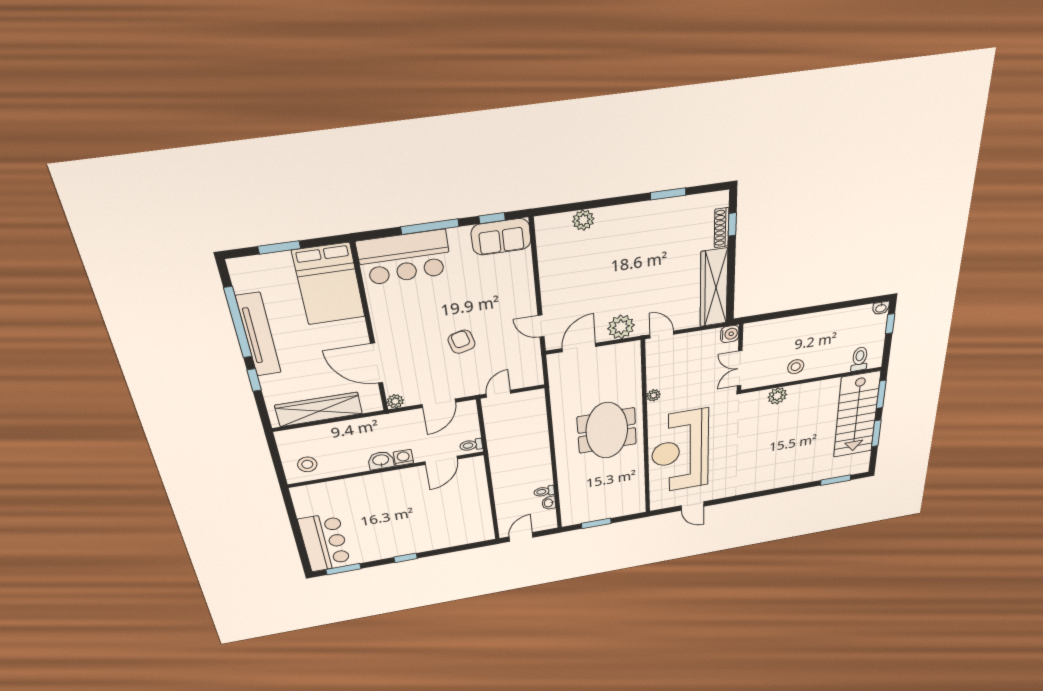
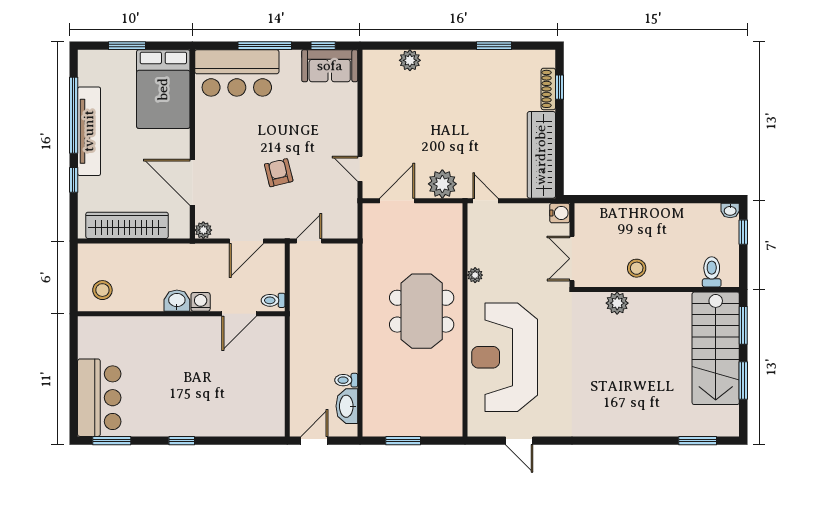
washbasin: (549, 503) -> (347, 406), width x1.91, depth x1.45

